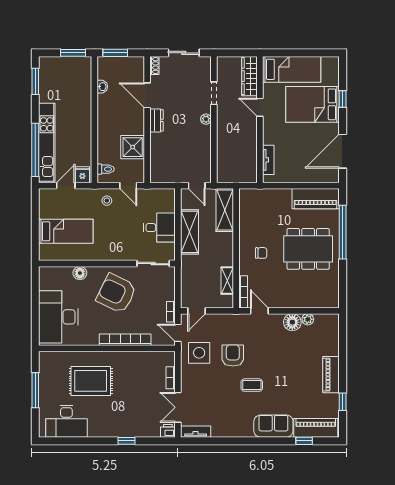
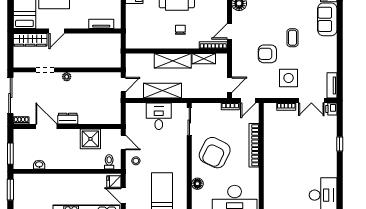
sliding door: (184, 53) -> (10, 95), width x1.37
door: (147, 95) -> (46, 127), swing flipped
door: (128, 186) -> (123, 143), hinge flipped
shelving: (225, 210) -> (173, 61), moved
door: (196, 311) -> (229, 85), hinge flipped
side table: (199, 353) -> (289, 78), moved
rug: (91, 381) -> (289, 174), removed

